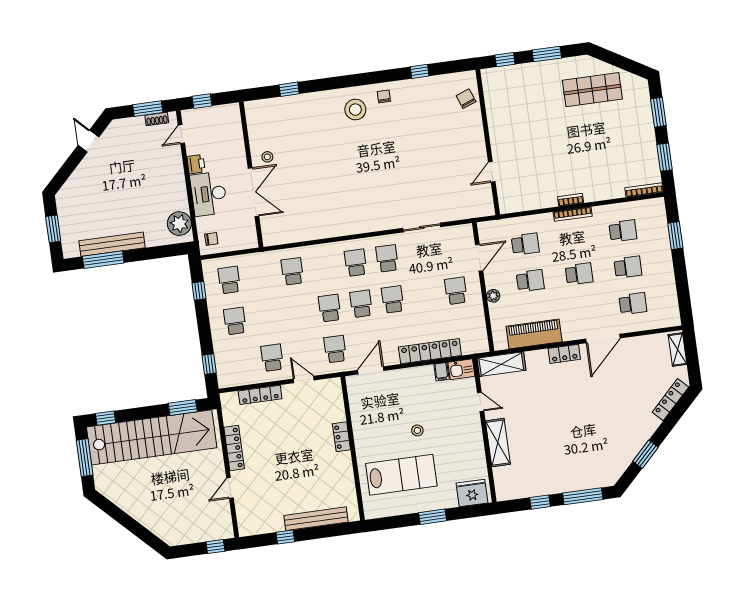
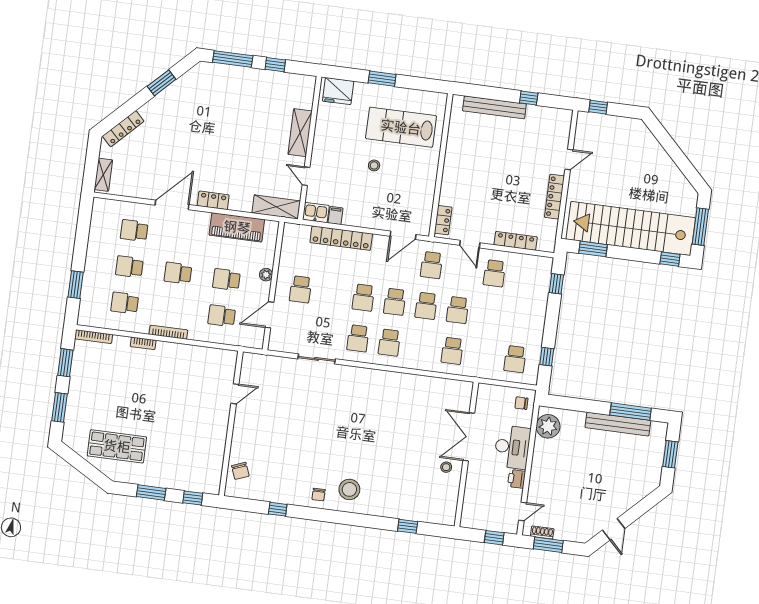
bookcase: (571, 200) -> (143, 343), moved
school desk: (235, 321) -> (458, 310), moved
locker: (342, 437) -> (443, 220), moved

